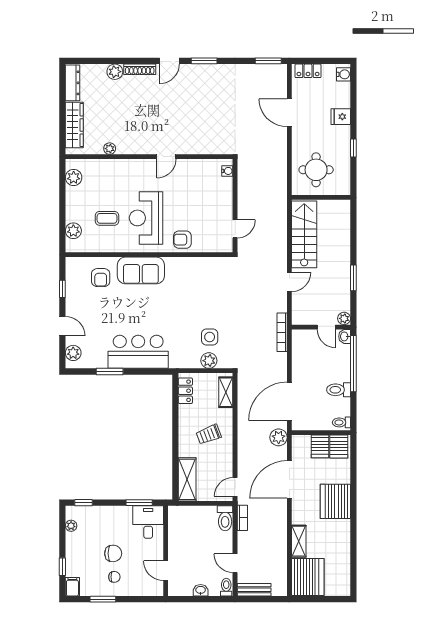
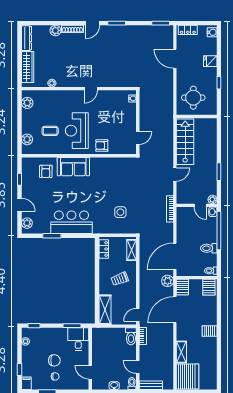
plant: (209, 361) -> (120, 228), removed
server rack: (320, 446) -> (182, 287), moved
server rack: (335, 501) -> (210, 331), width x0.46, depth x0.70

